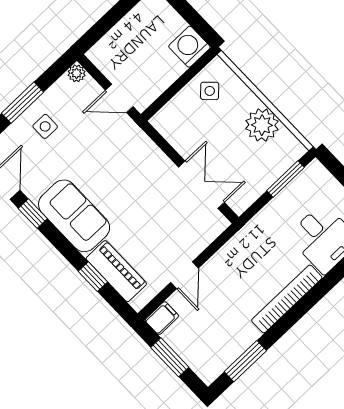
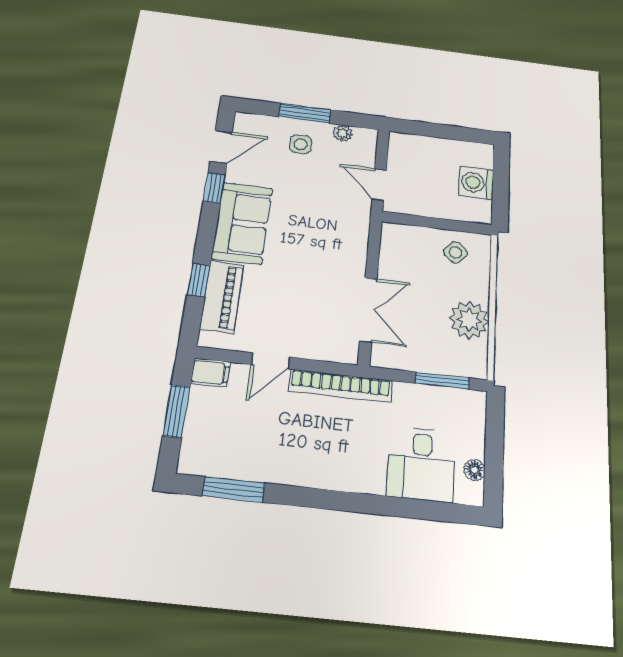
washing machine: (189, 47) -> (476, 183), moved, turned -90
plant: (77, 73) -> (343, 133), moved
bookcase: (287, 299) -> (341, 386), moved, turned 180

